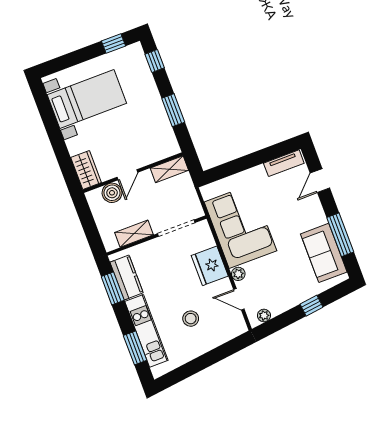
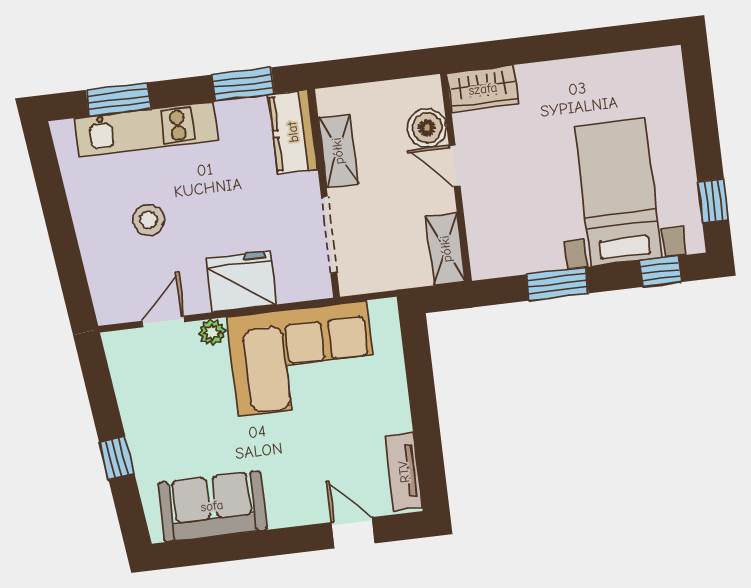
bed with nightstands: (87, 99) -> (618, 192), moved, turned 180
window: (340, 235) -> (240, 547), removed
kitchen counter: (127, 277) -> (293, 132), moved, turned 90
plant: (264, 316) -> (120, 362), removed

